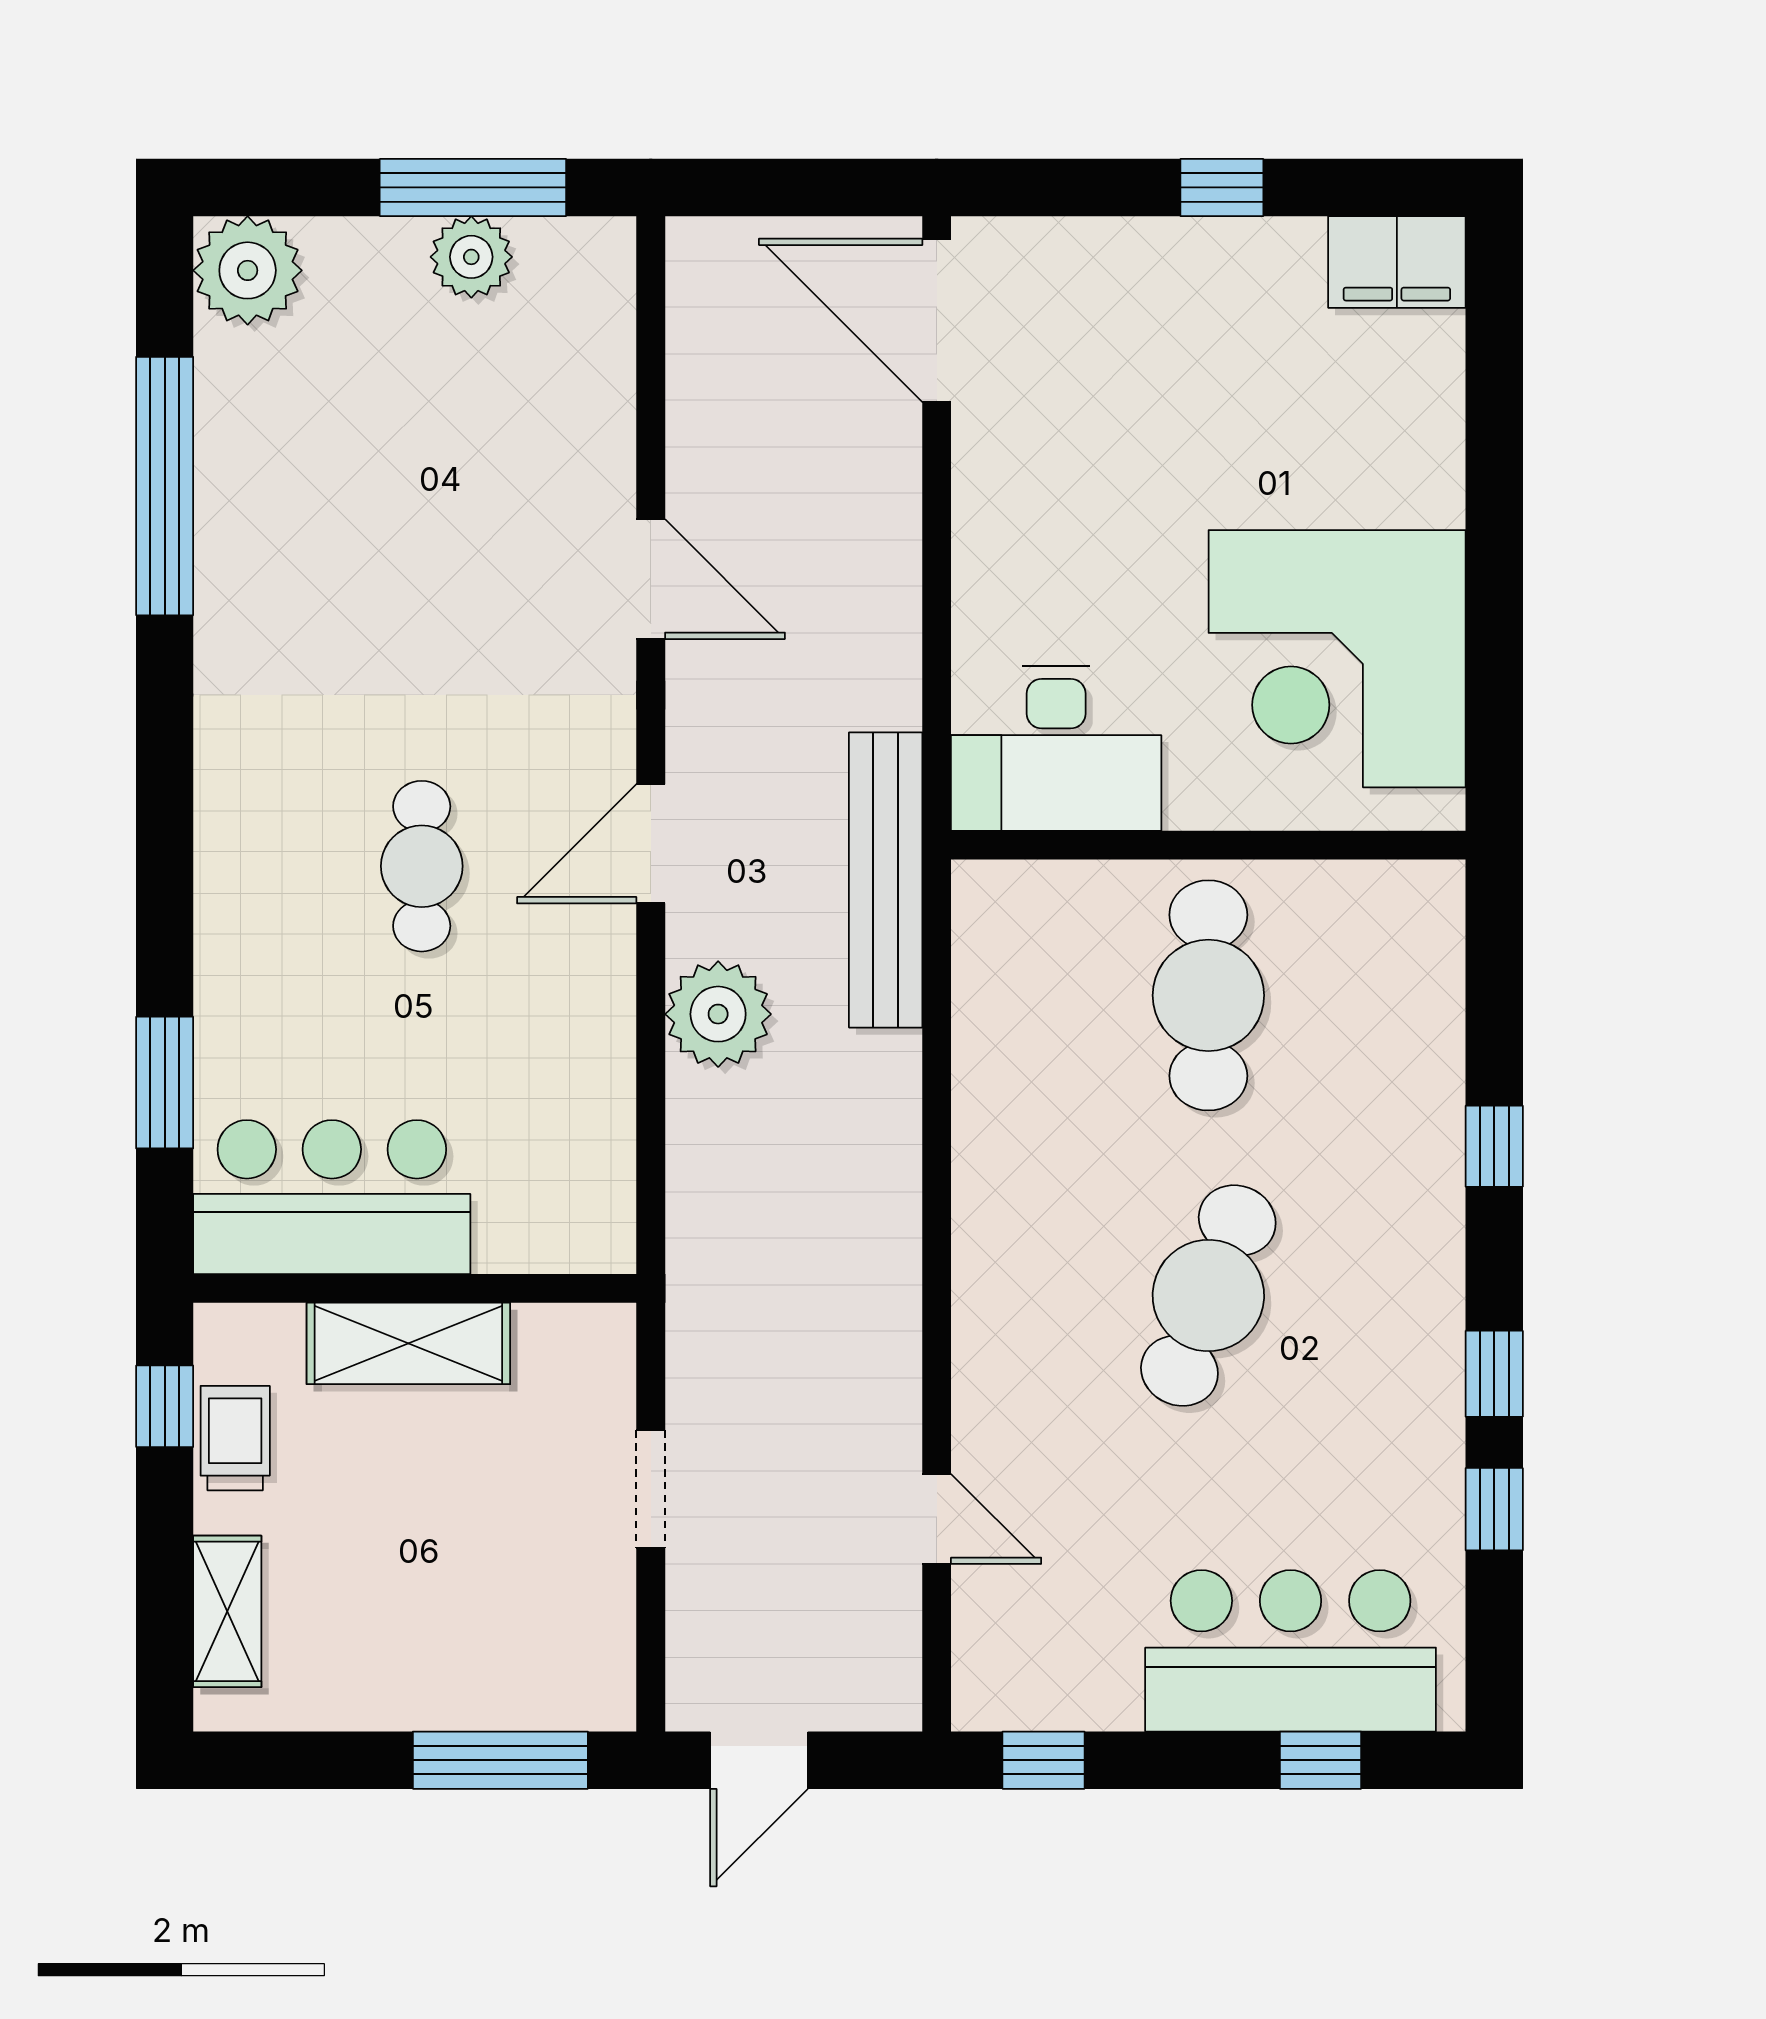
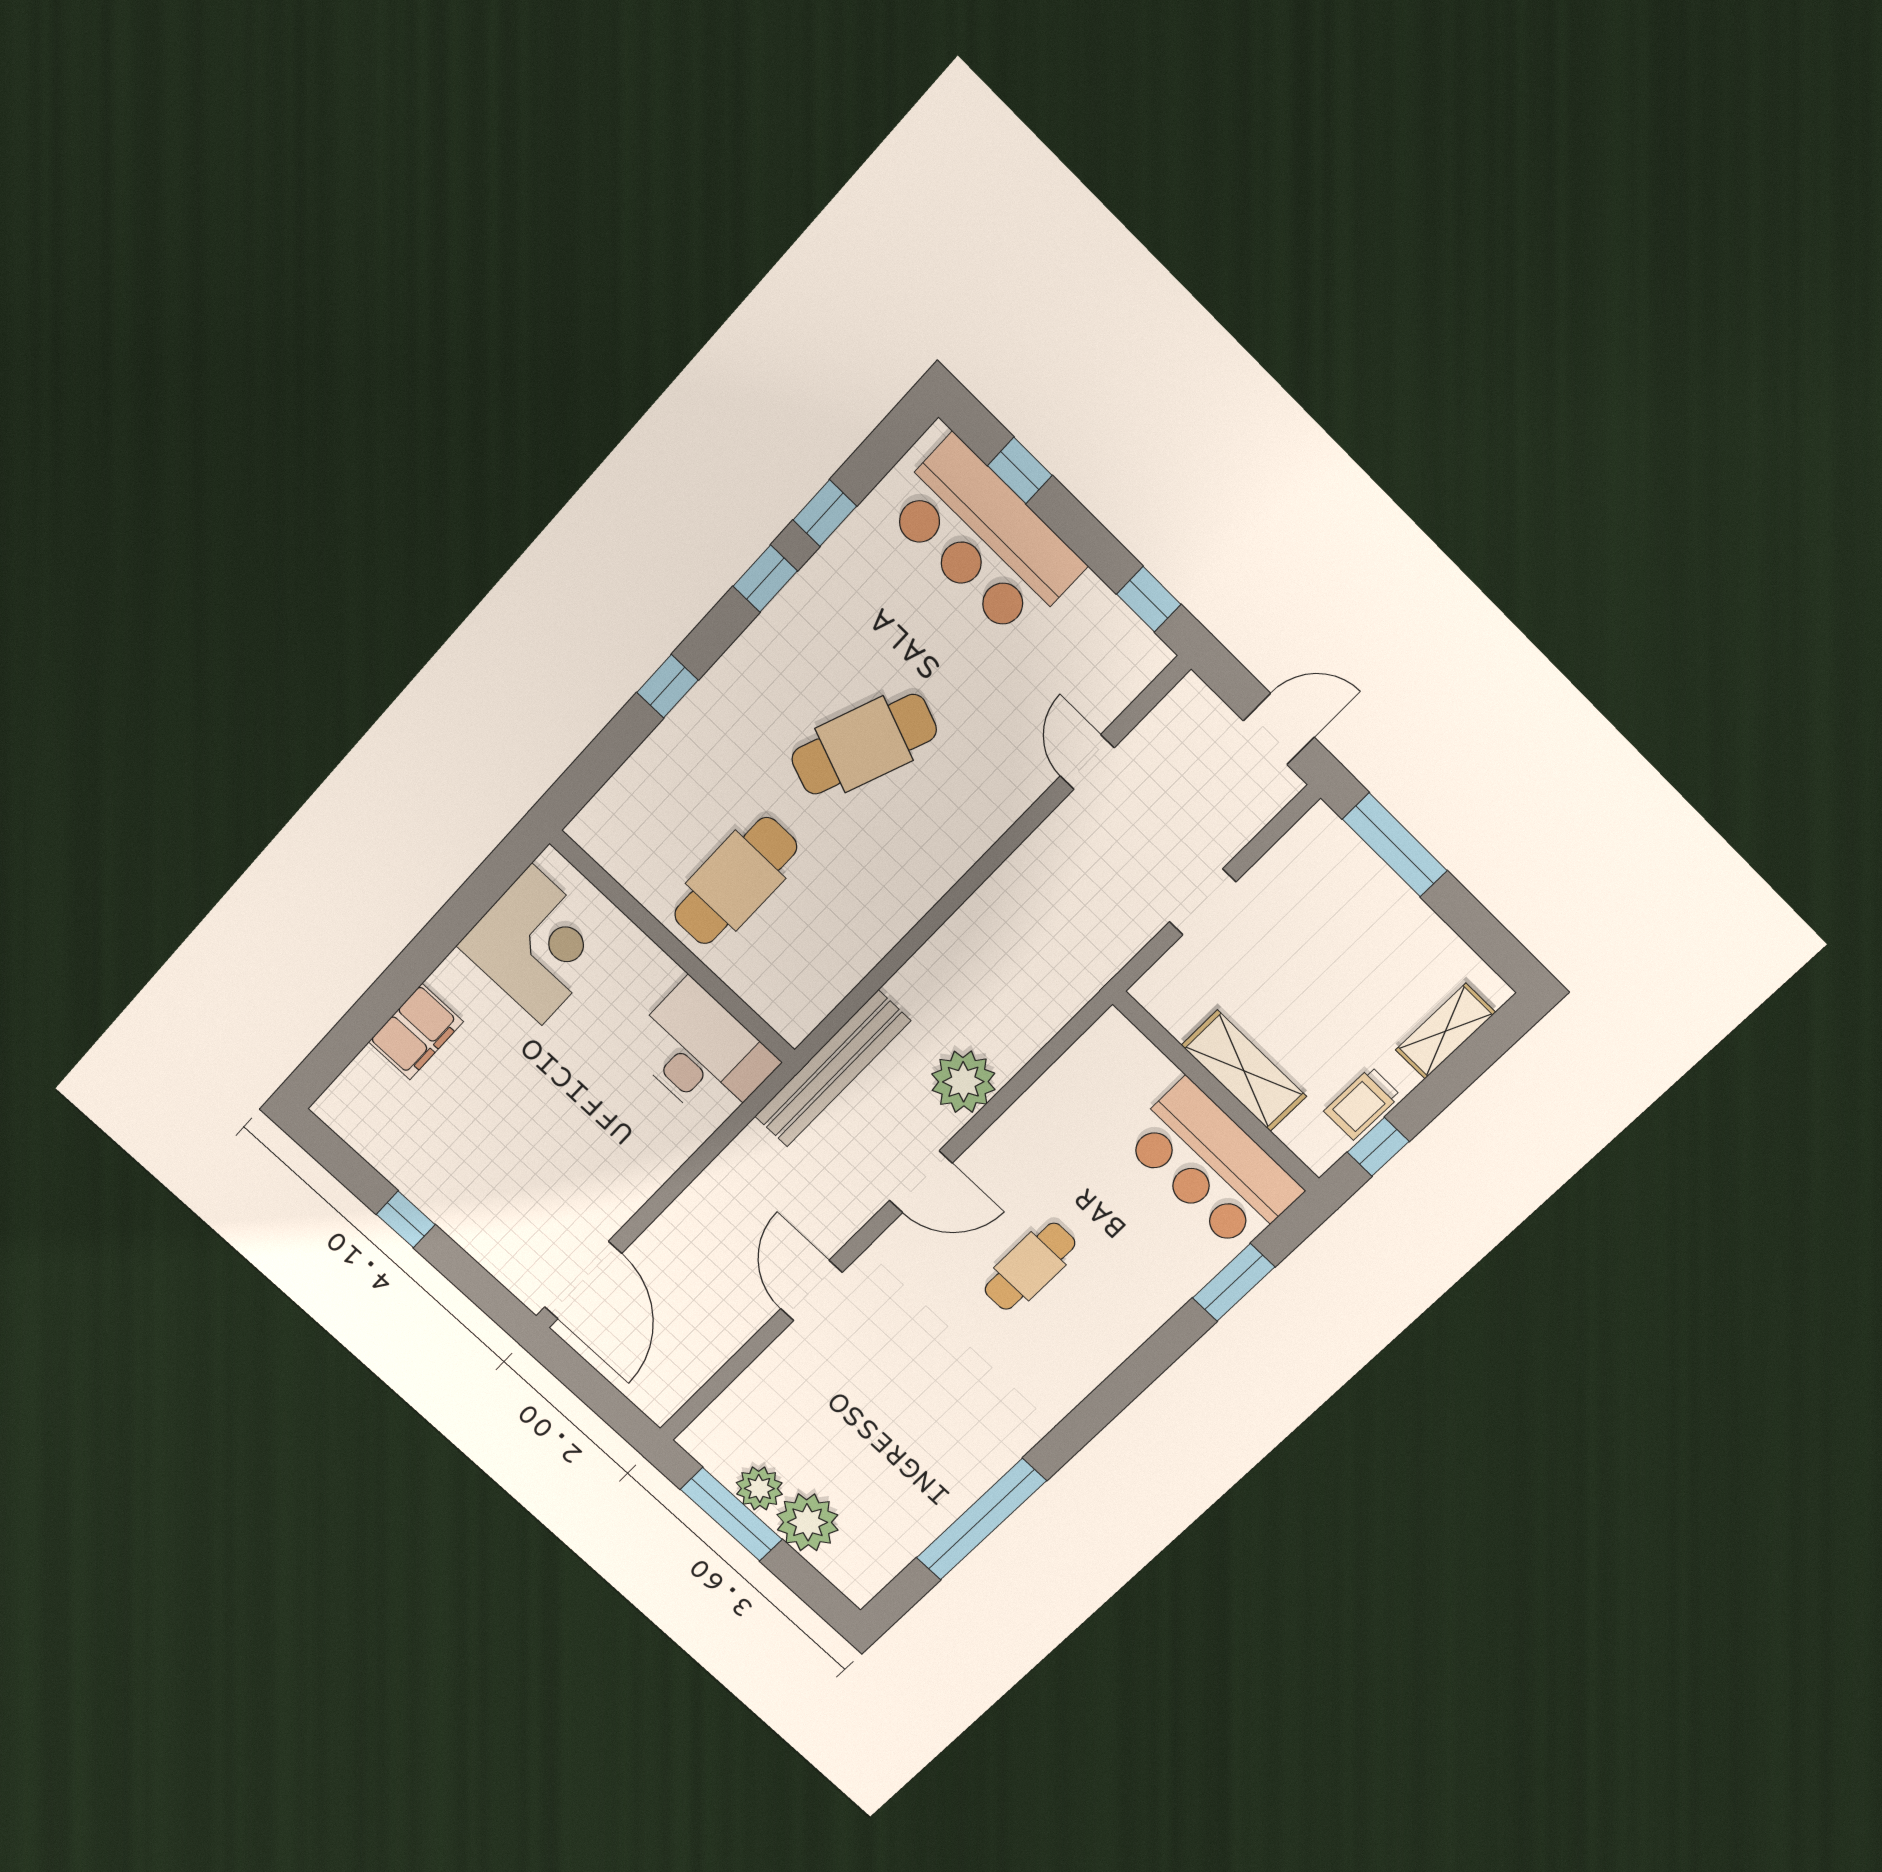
filing cabinet: (1397, 262) -> (416, 1032), moved, turned 90
plant: (248, 270) -> (808, 1522), moved
corner desk: (1337, 659) -> (537, 945), width x0.74, depth x0.74

